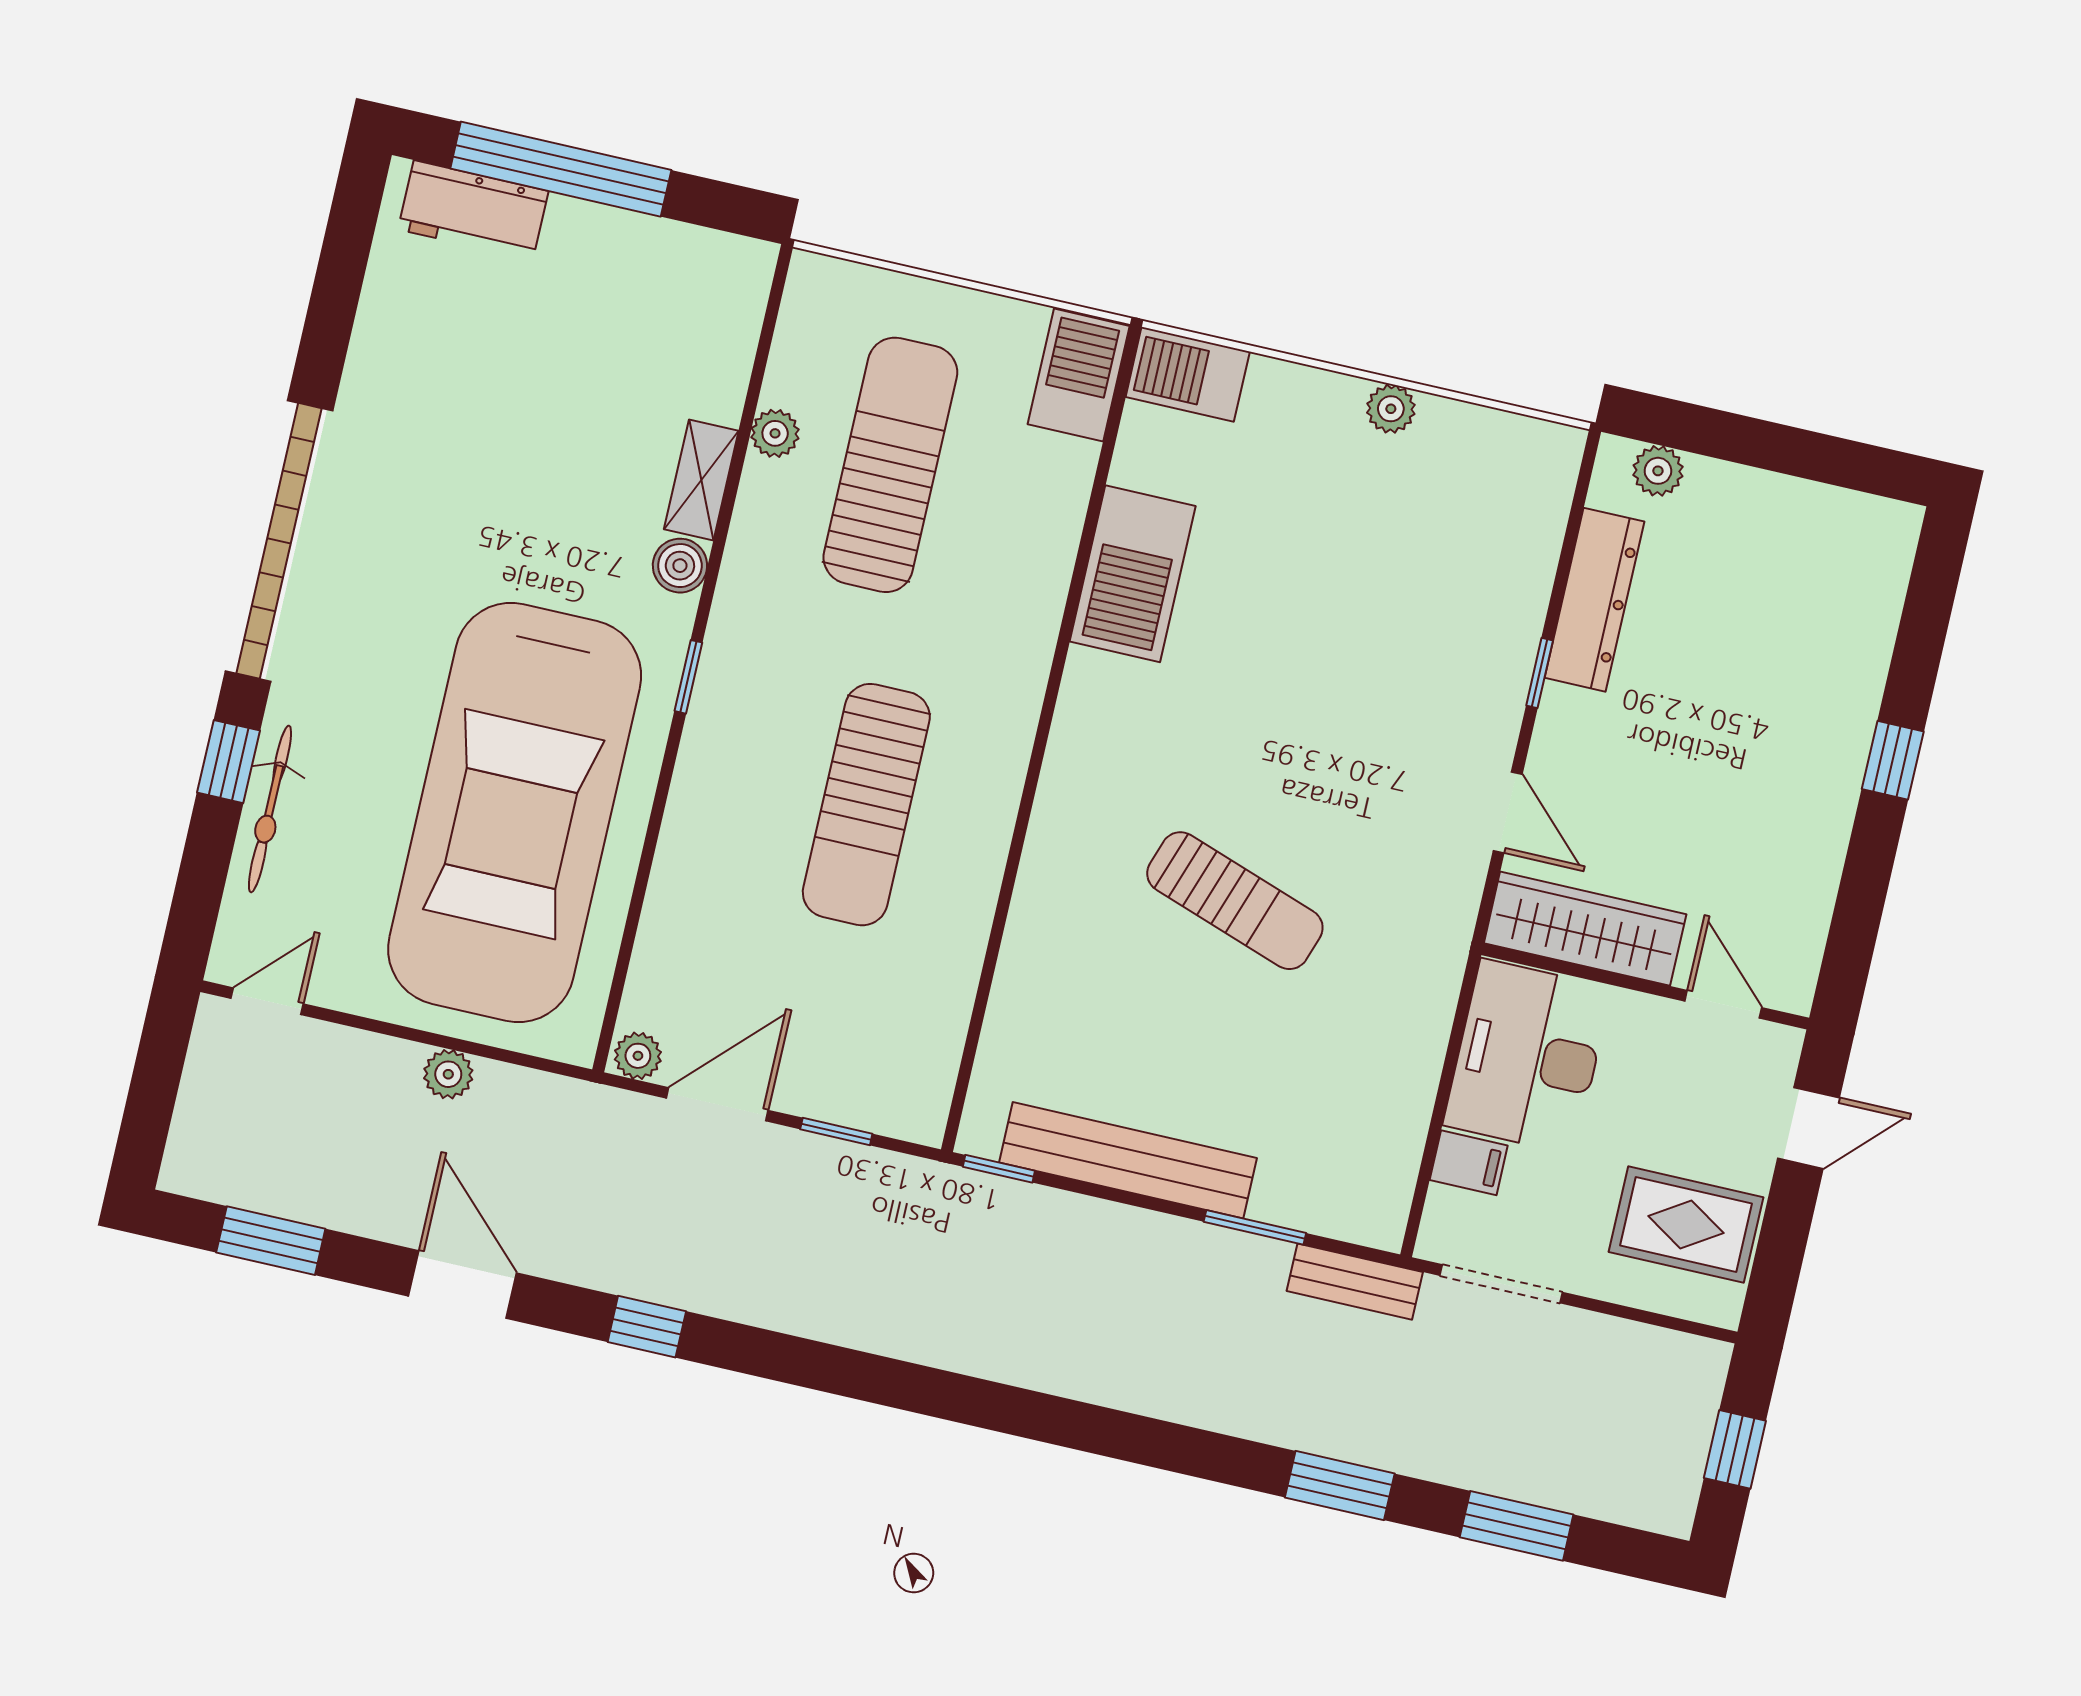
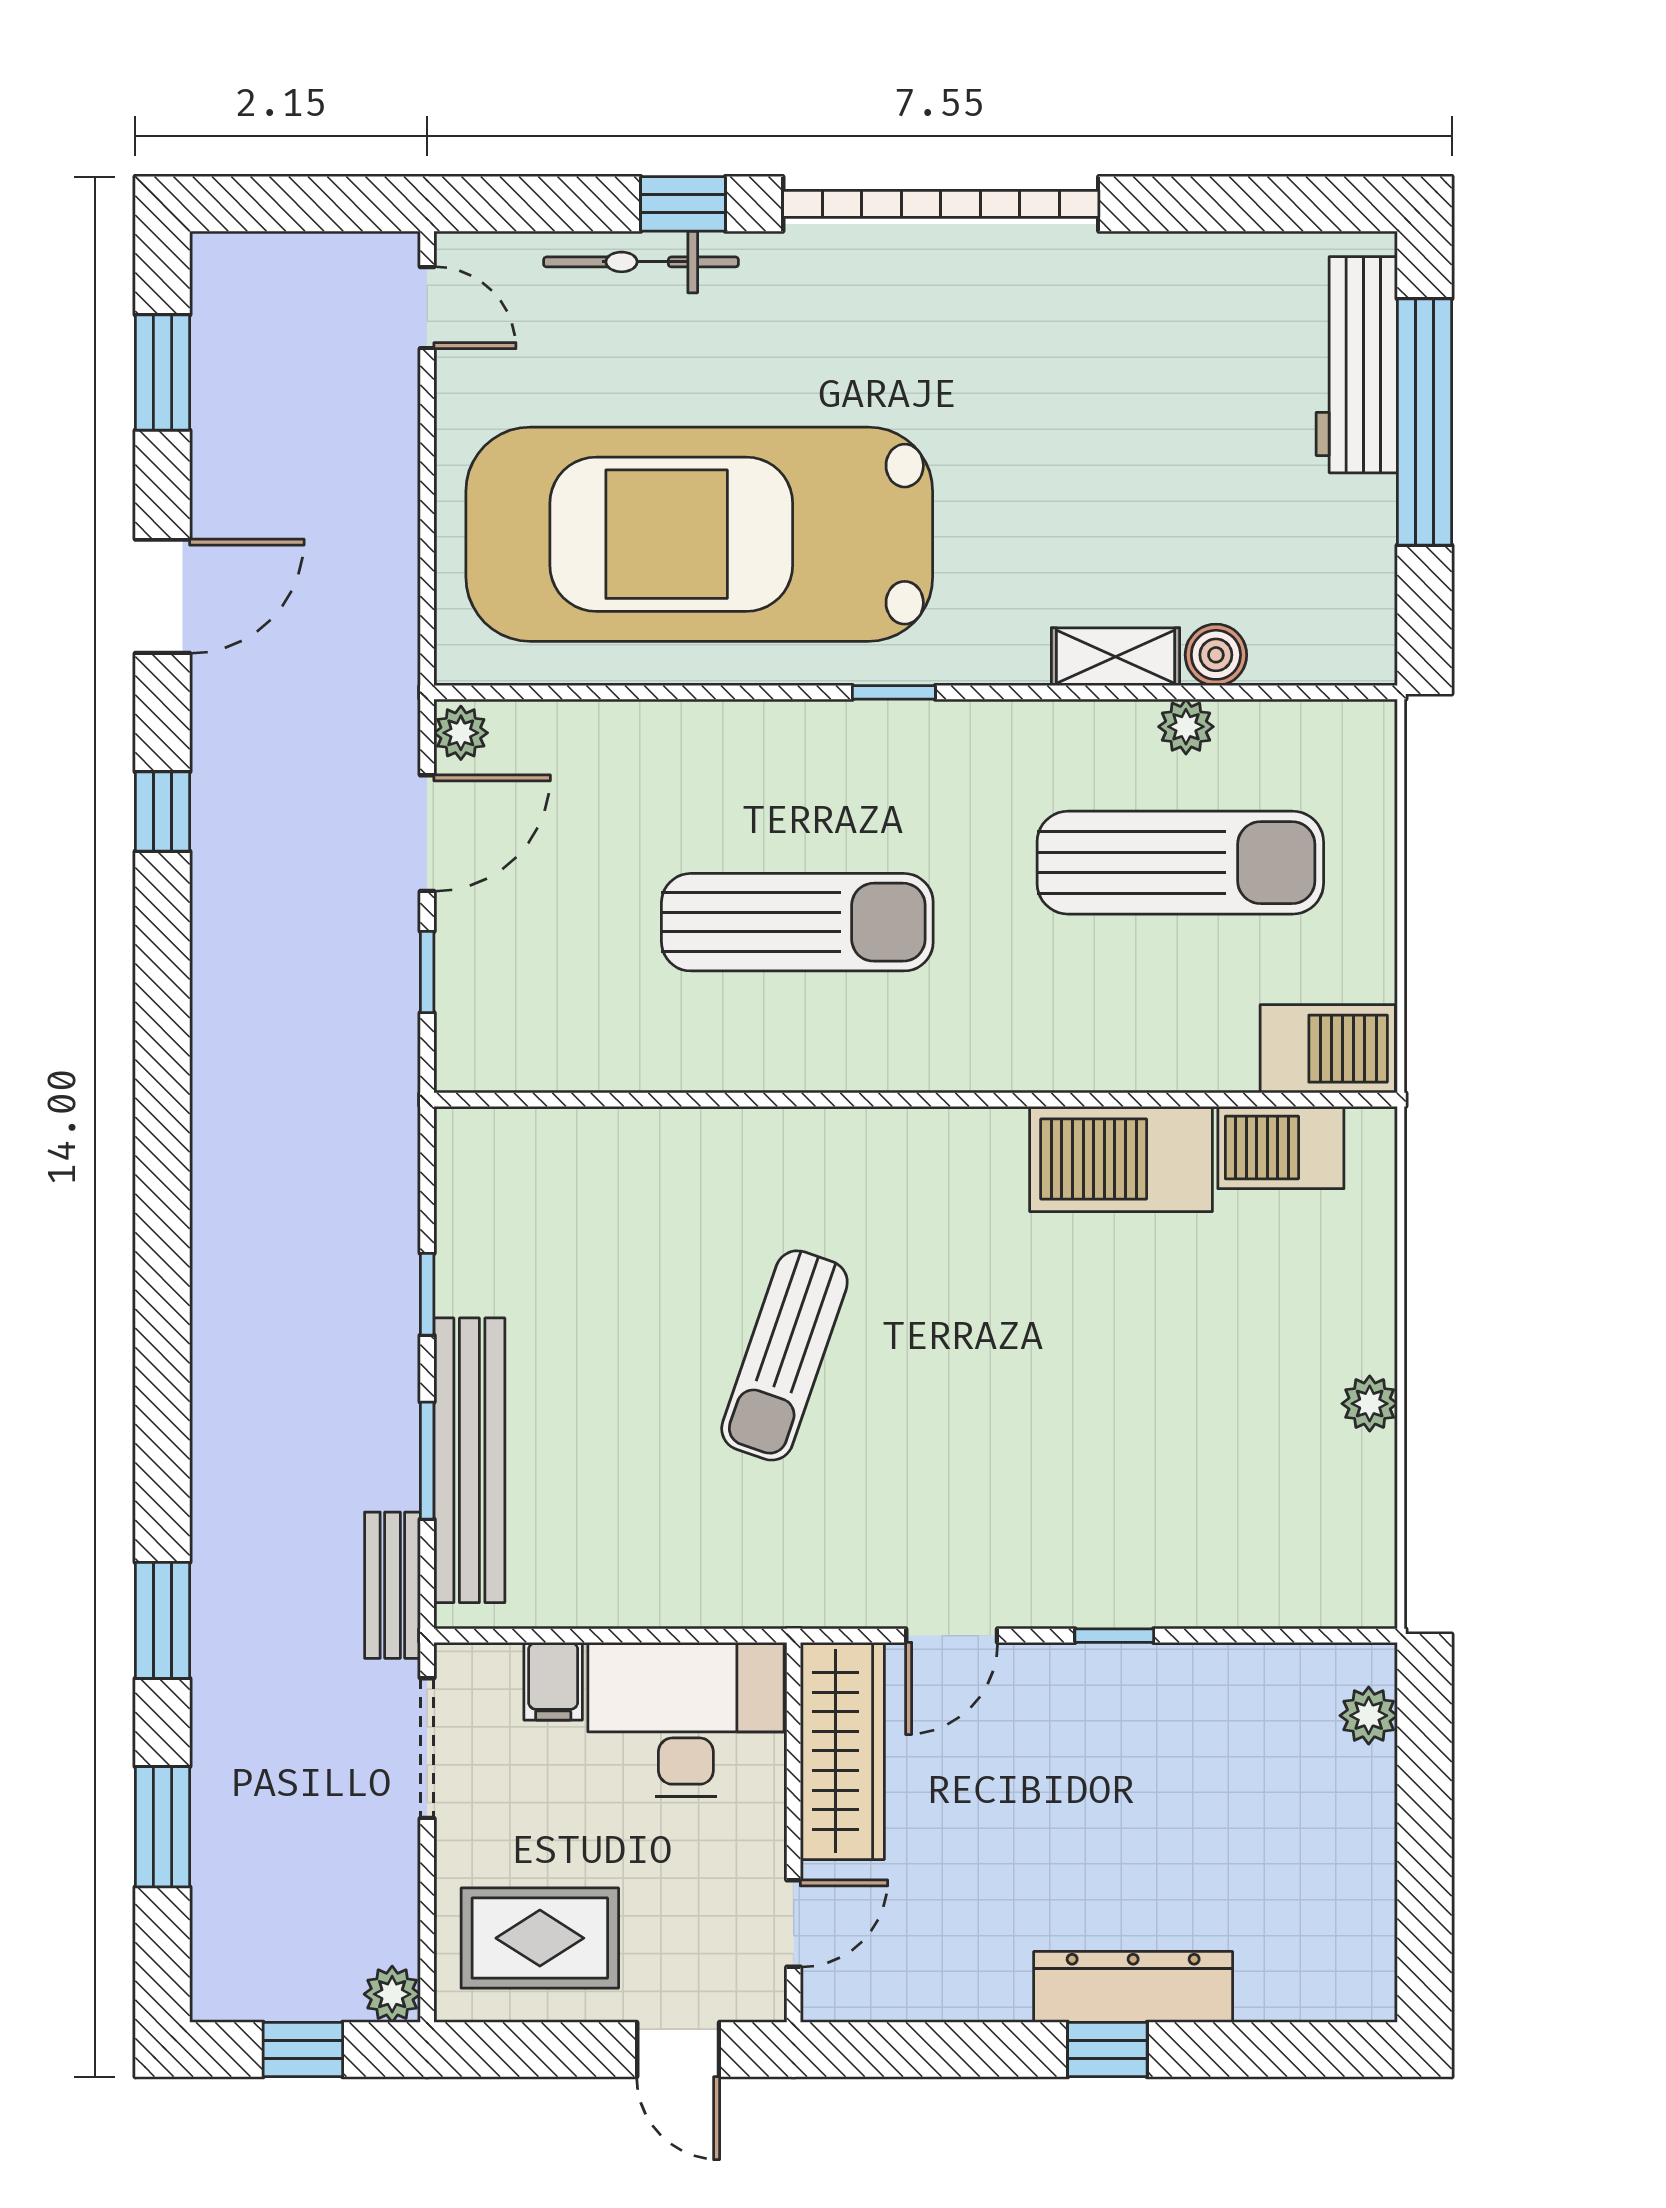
workbench: (473, 210) -> (1357, 365), width x1.38
barbecue: (1188, 374) -> (1281, 1148), moved, turned -90
boiler: (680, 566) -> (1216, 655), moved
dresser: (1594, 600) -> (1133, 1987), moved, turned 180
sun lounger: (866, 805) -> (797, 922), turned 180
plant: (448, 1074) -> (392, 1994), moved
door: (717, 1104) -> (427, 833), hinge flipped
bench: (1128, 1160) -> (469, 1460), moved
window: (999, 1169) -> (427, 1294), moved
rug: (1686, 1225) -> (540, 1938), turned 90

